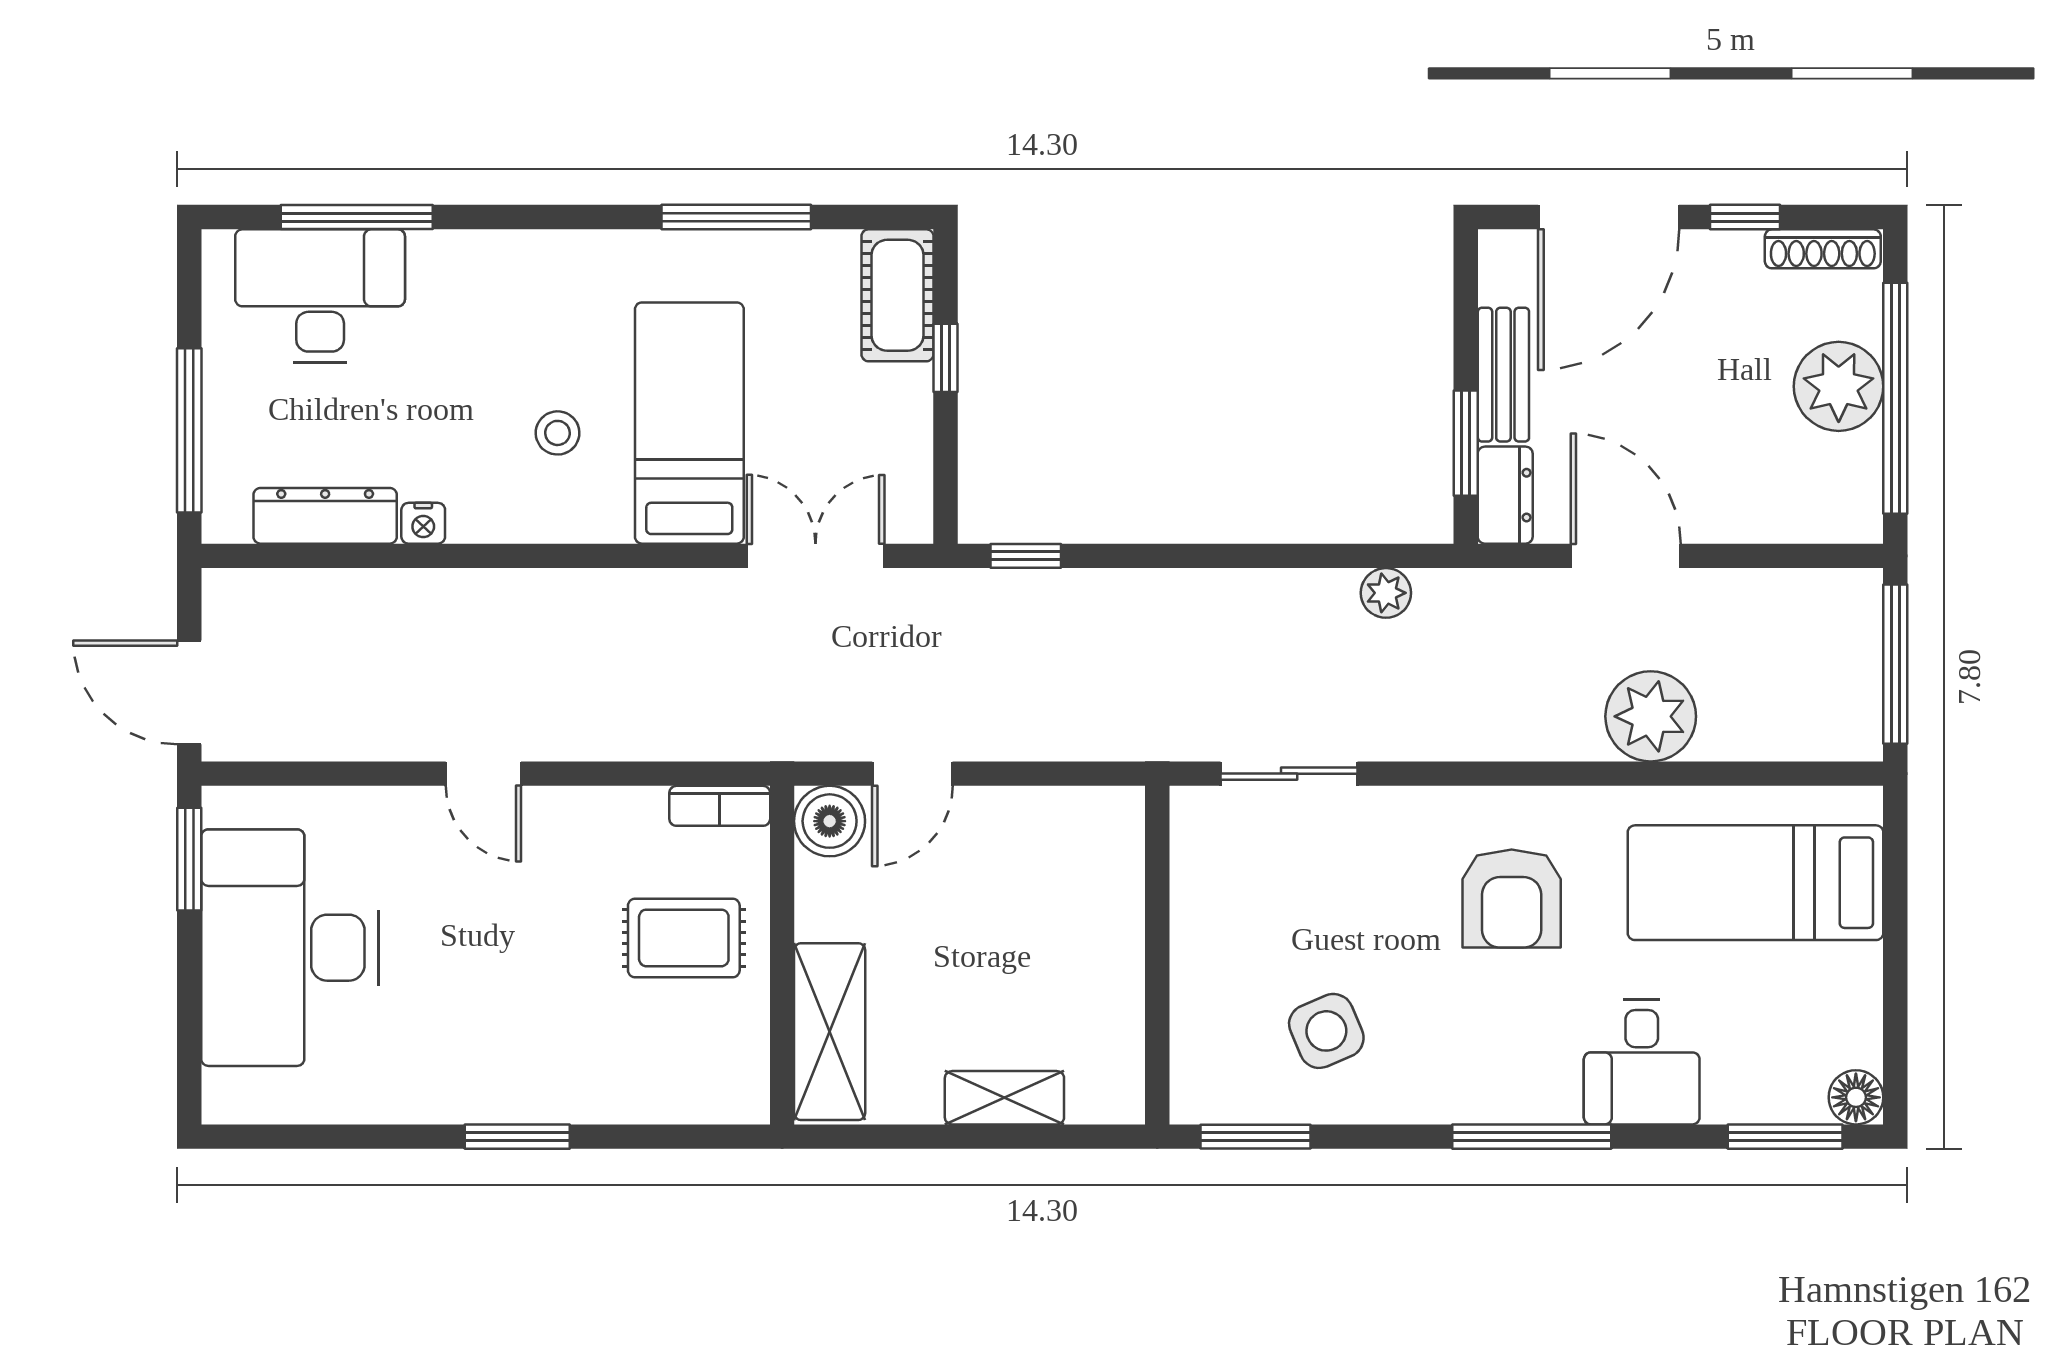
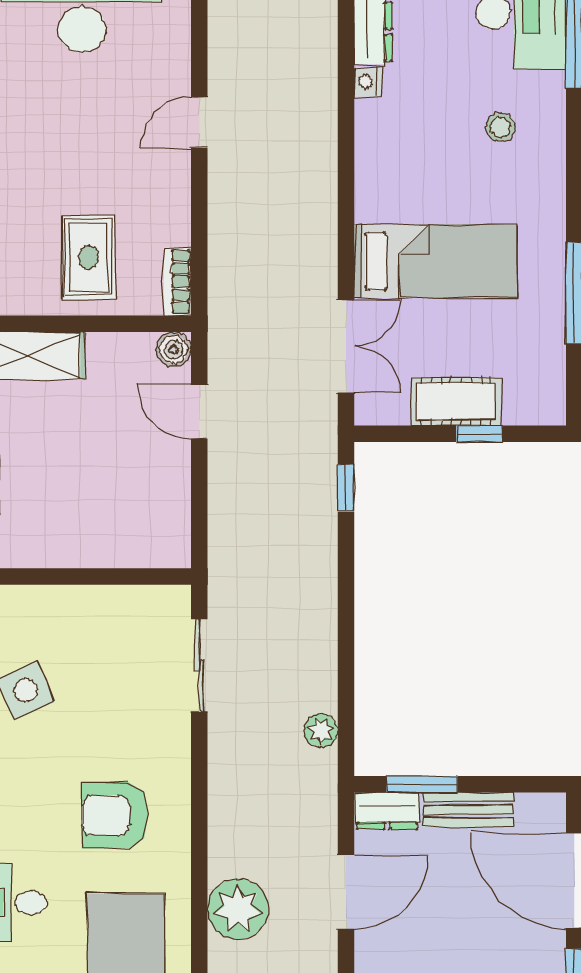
cot: (897, 295) -> (456, 401), moved
stool: (558, 433) -> (500, 127), moved
boiler: (830, 821) -> (174, 349), width x0.73, depth x0.73

